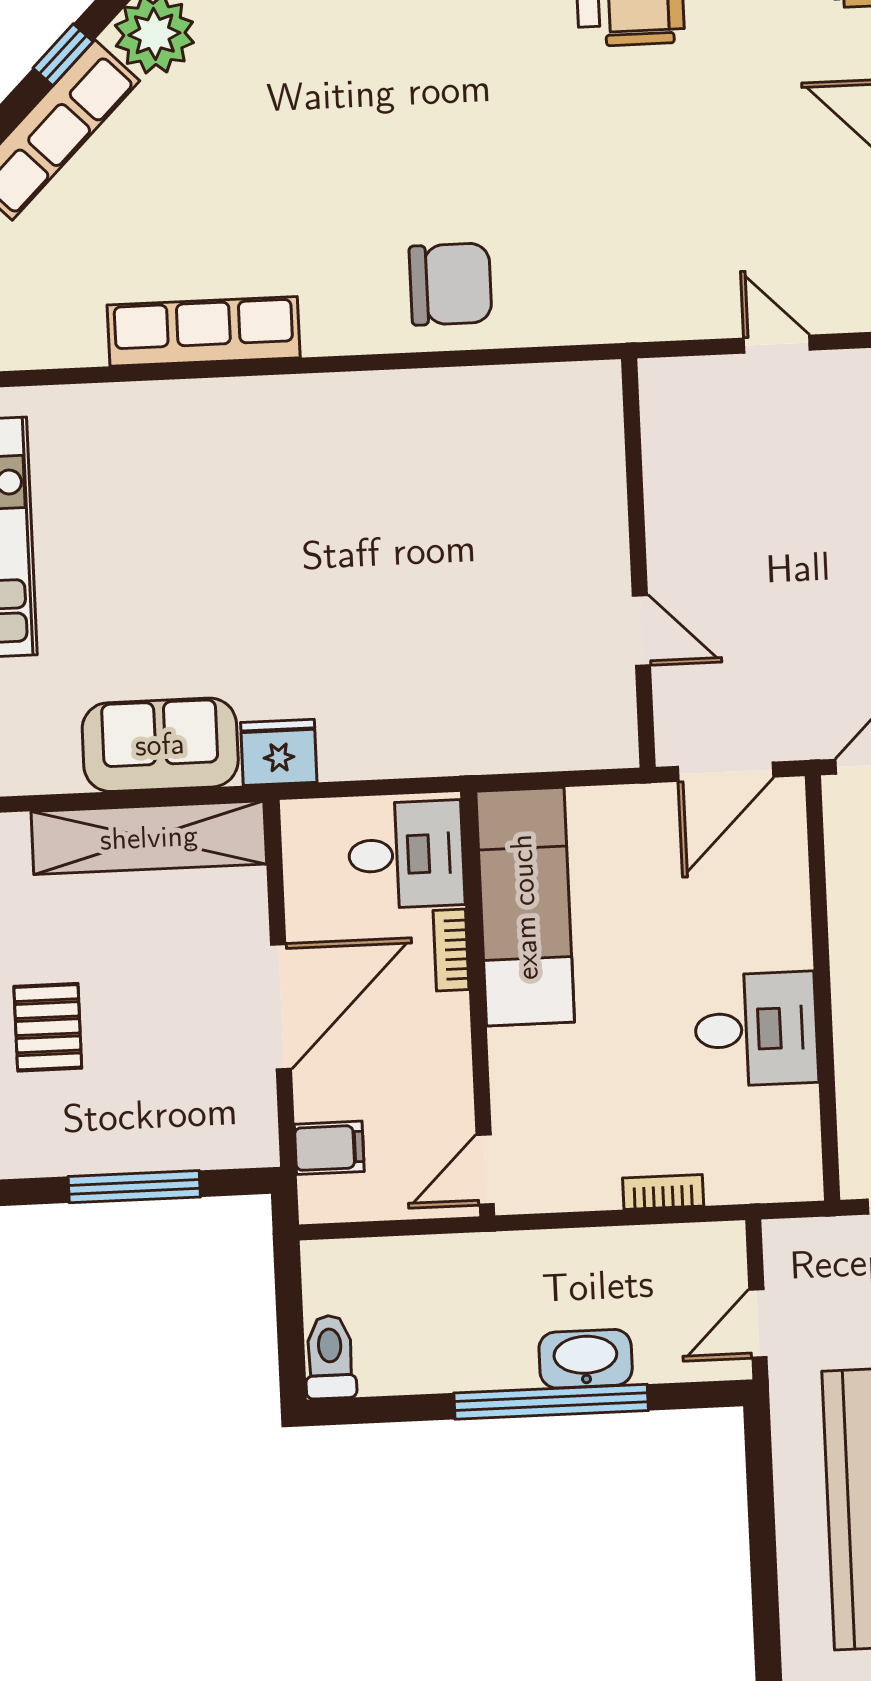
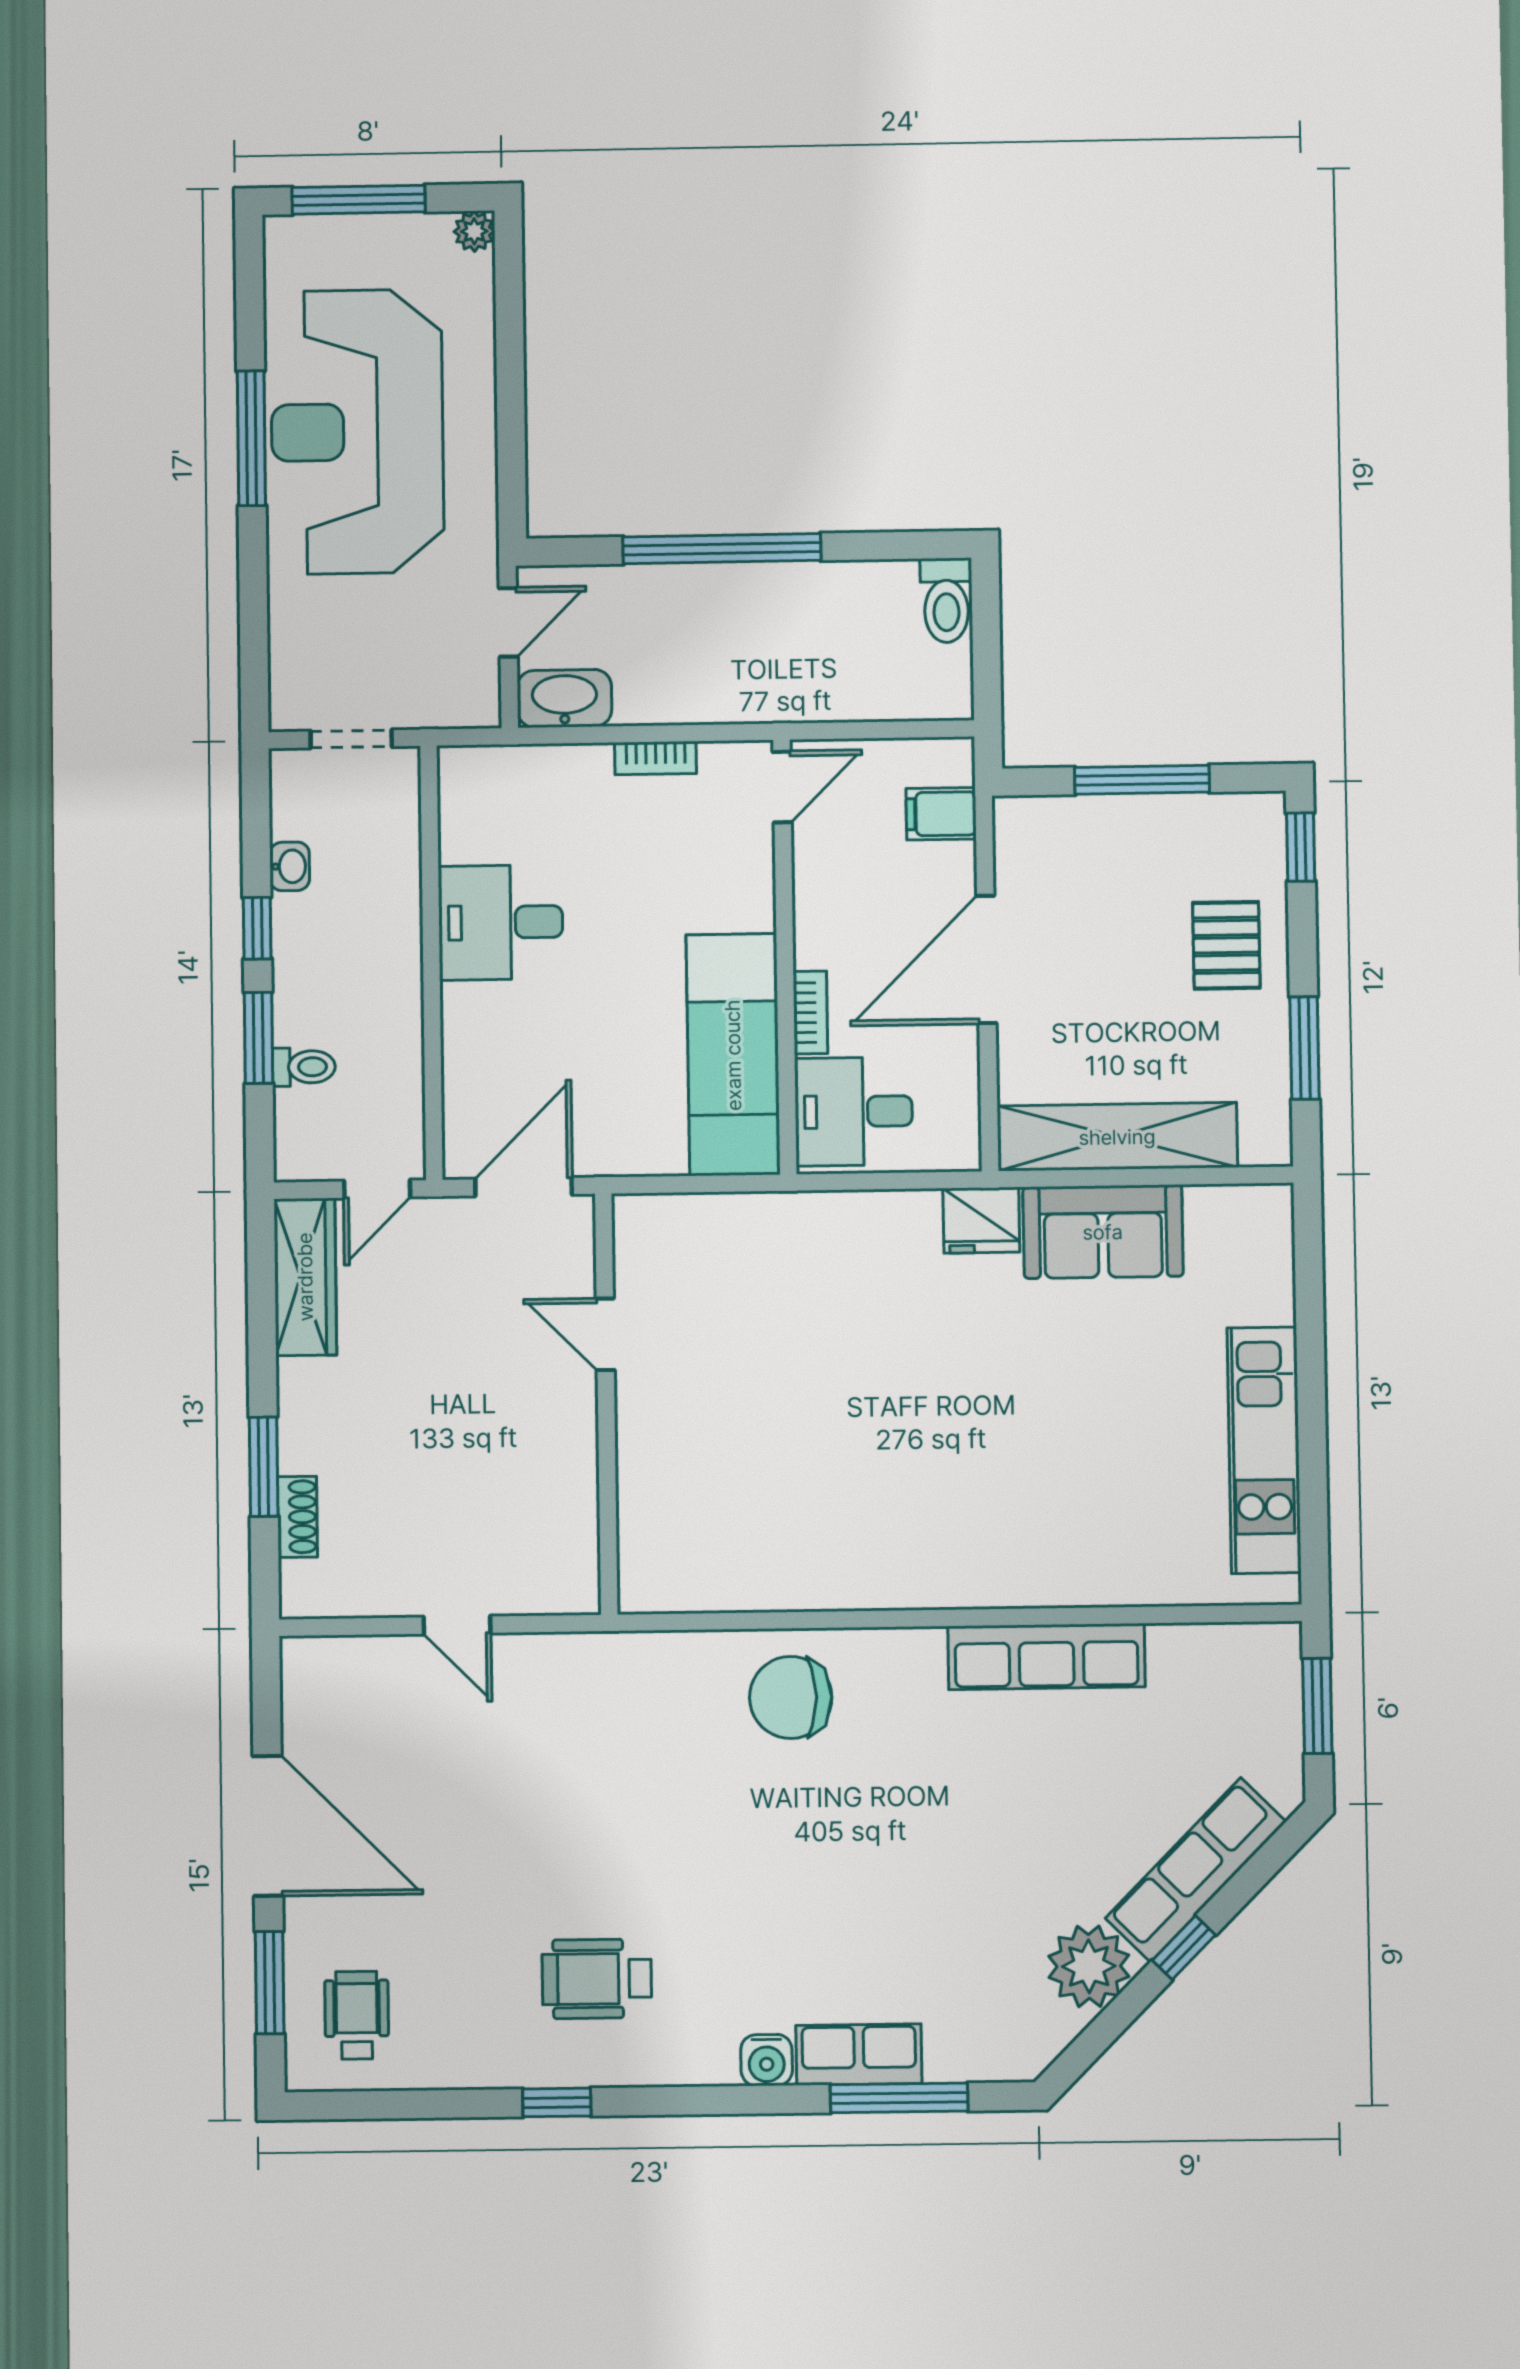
bookcase: (663, 1192) -> (656, 758), moved
washbasin: (586, 1359) -> (564, 698), moved, turned 180

